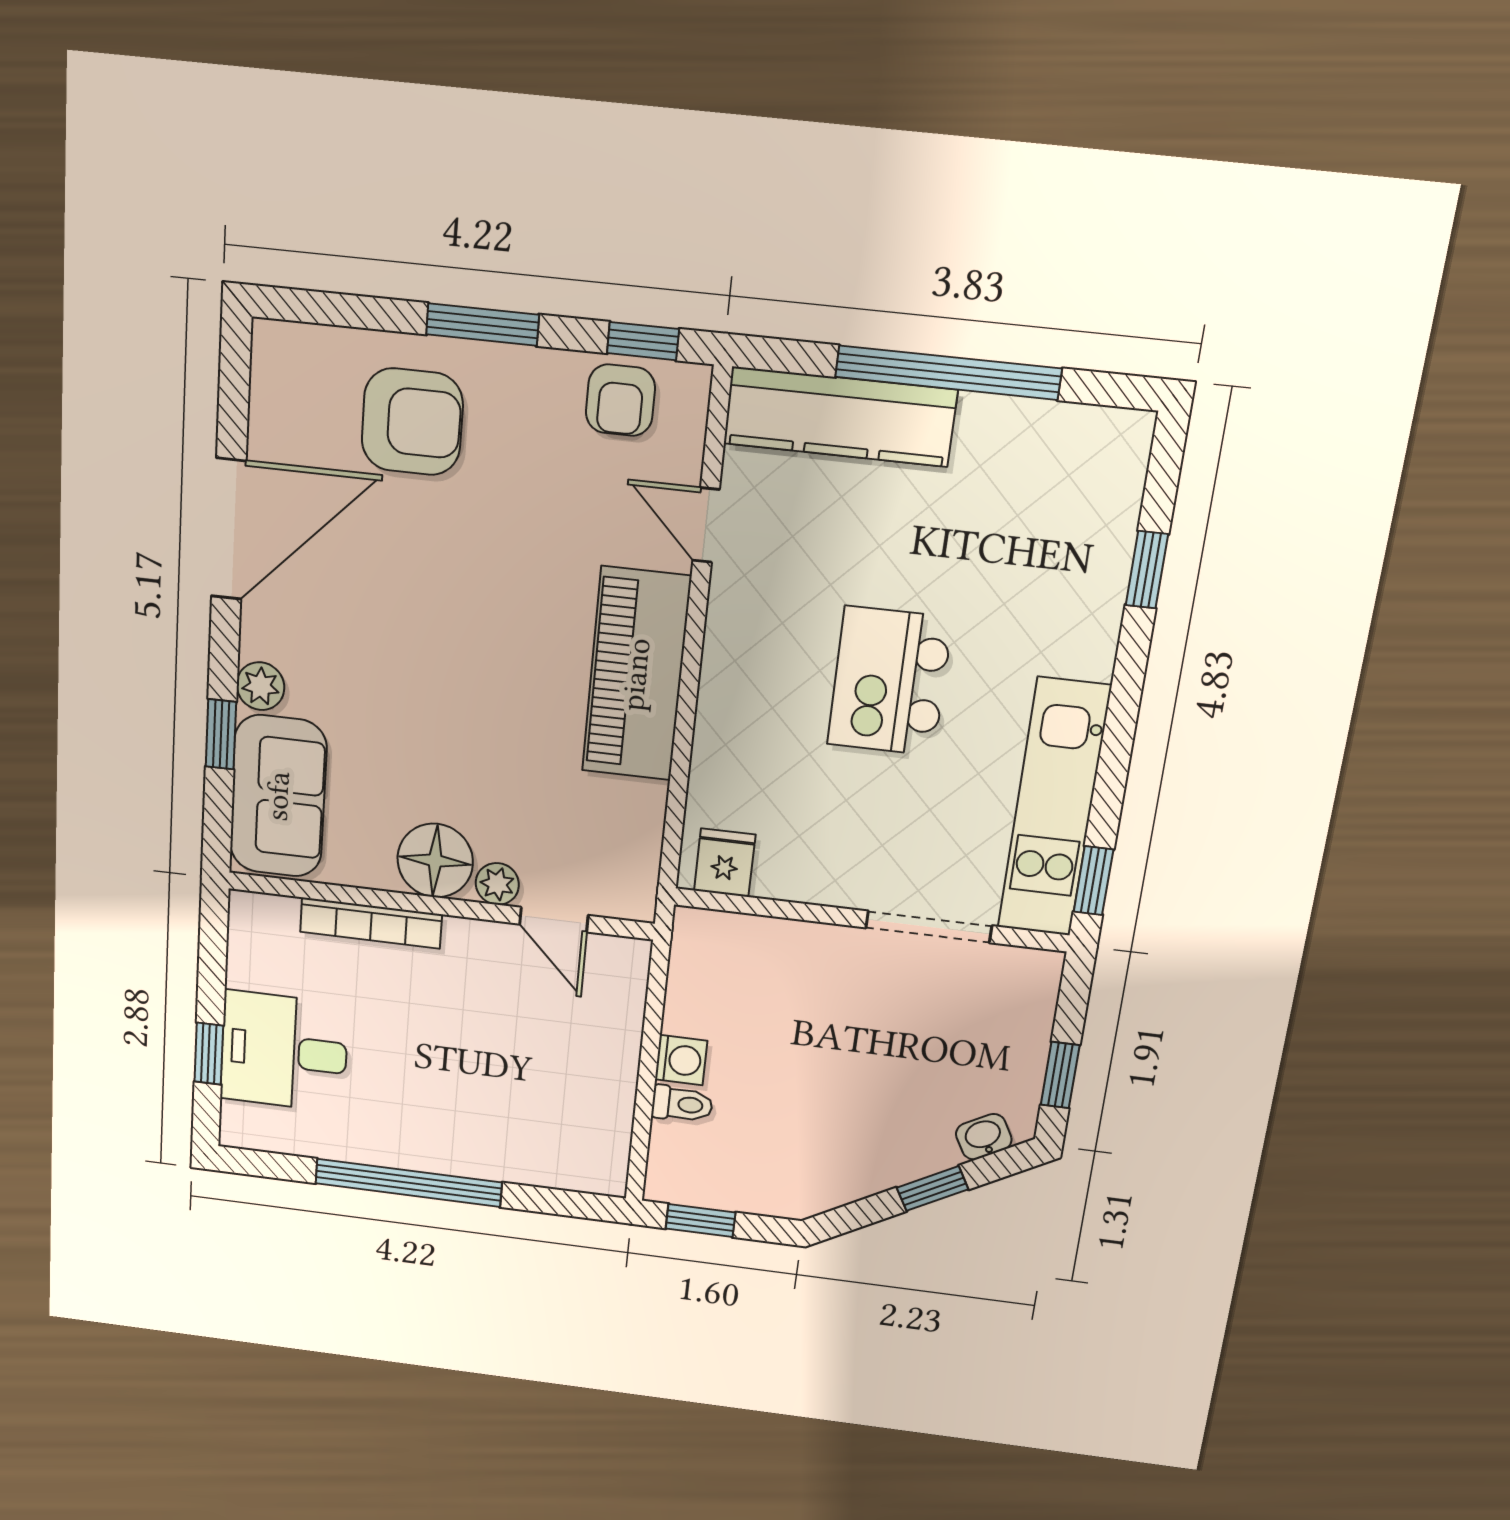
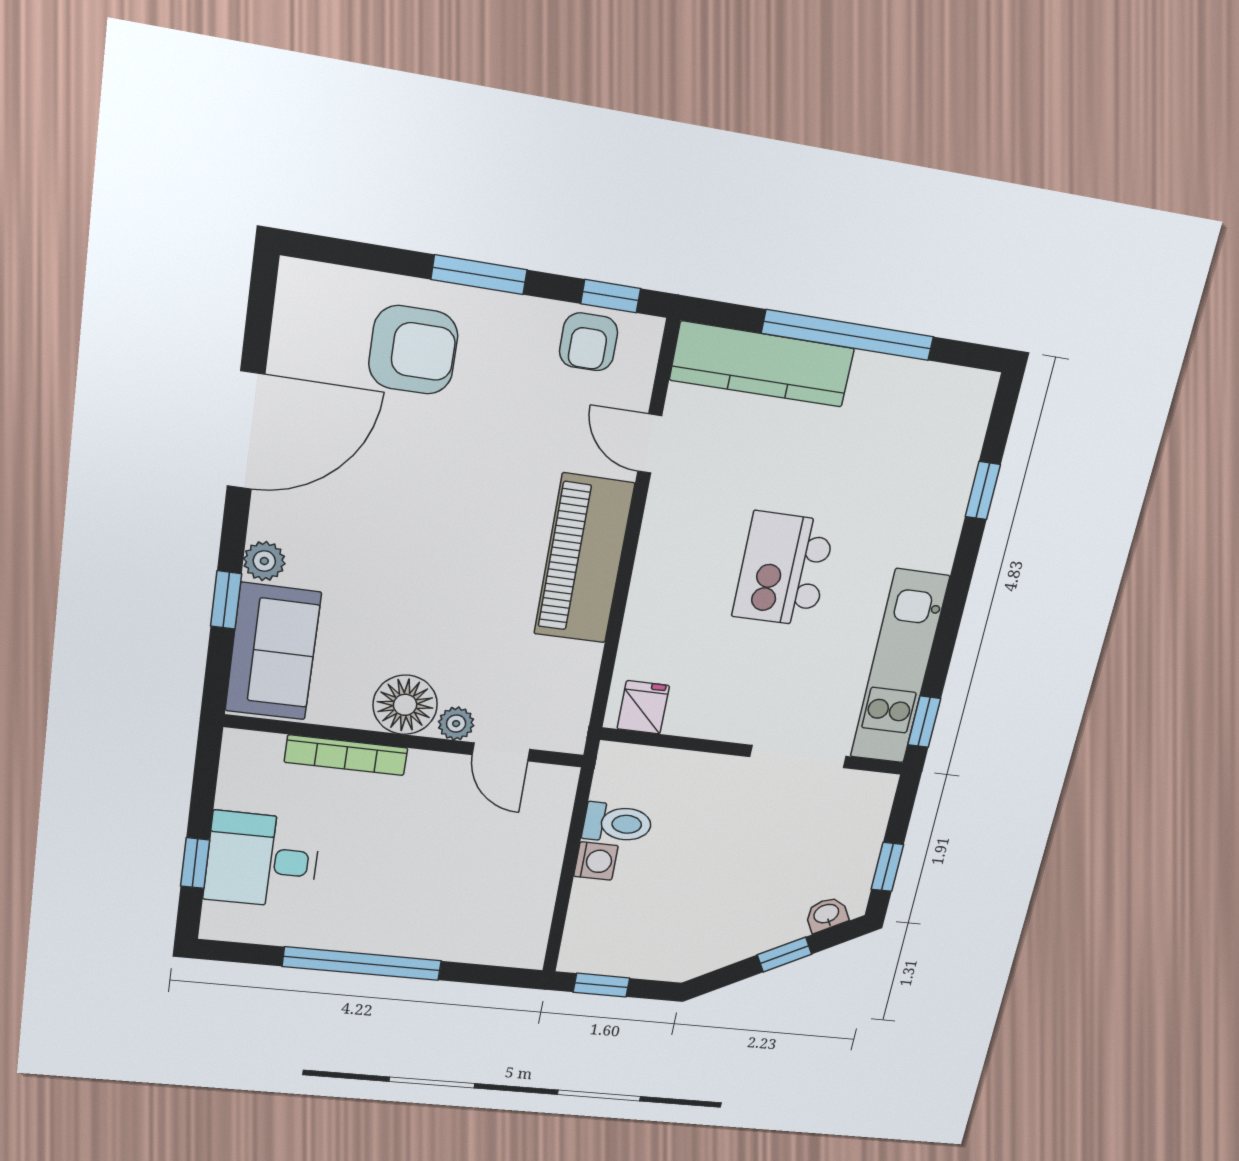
toilet: (682, 1104) -> (618, 823), moved, width x1.37, depth x1.39

